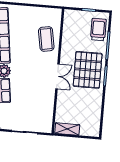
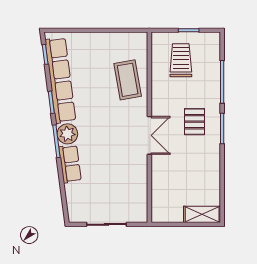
trolley: (98, 29) -> (181, 60), moved
pallet: (88, 70) -> (195, 122), width x0.49, depth x0.50
shelving: (67, 129) -> (202, 214), moved

